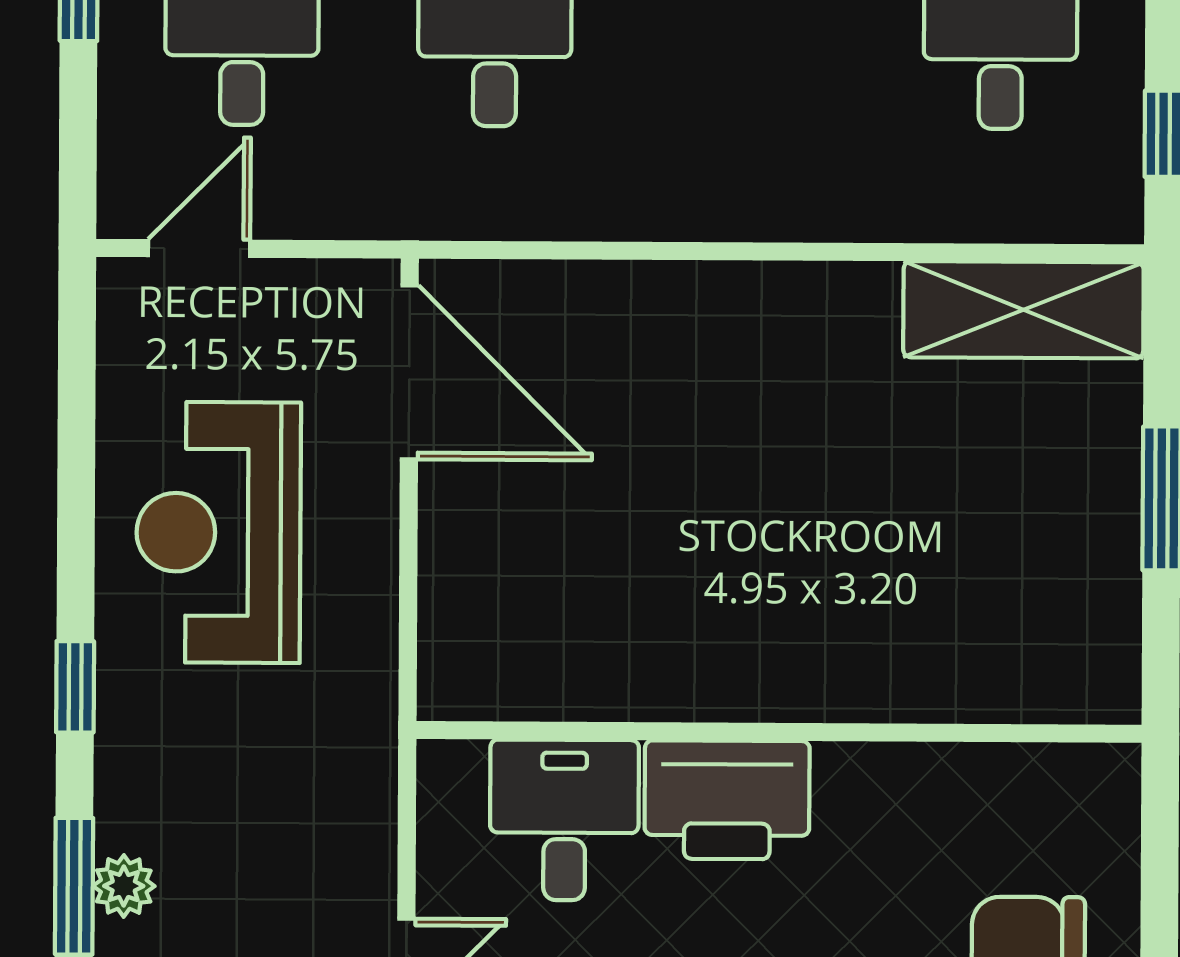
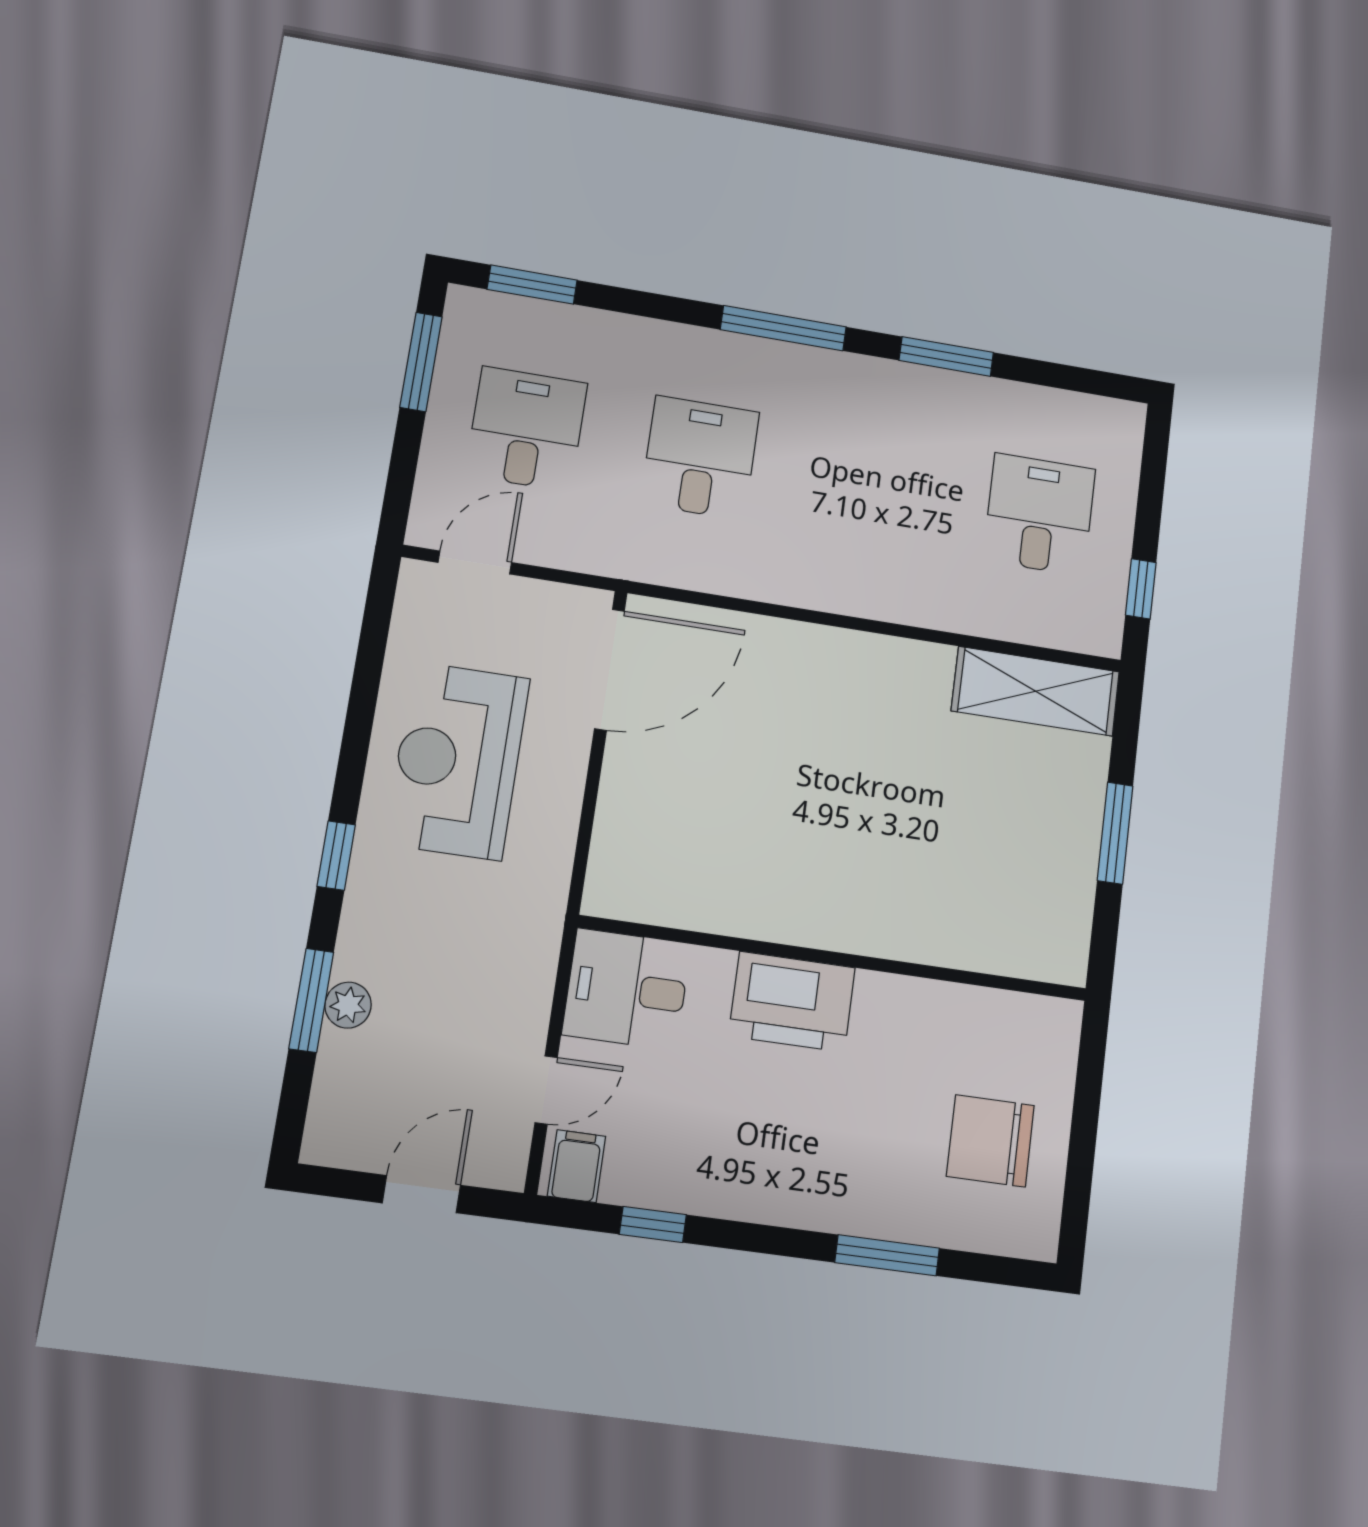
door: (409, 372) -> (609, 670), hinge flipped
desk: (564, 820) -> (627, 989), moved, turned -90

